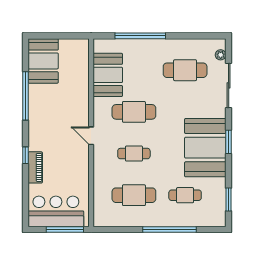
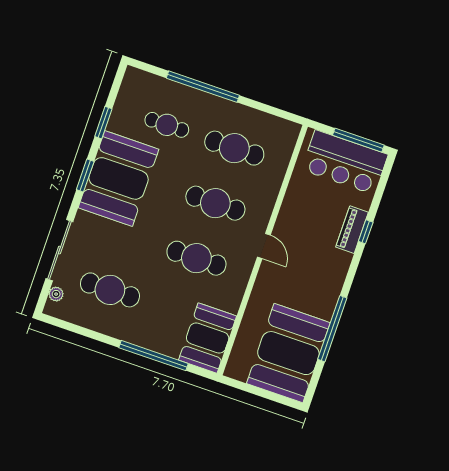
booth: (43, 61) -> (288, 353), width x1.36, depth x1.42
booth: (108, 75) -> (208, 338), moved
cafe table: (134, 154) -> (215, 203), width x1.37, depth x1.35
window: (25, 155) -> (366, 232), moved
window: (229, 199) -> (103, 123), moved
window: (65, 229) -> (358, 140), moved

